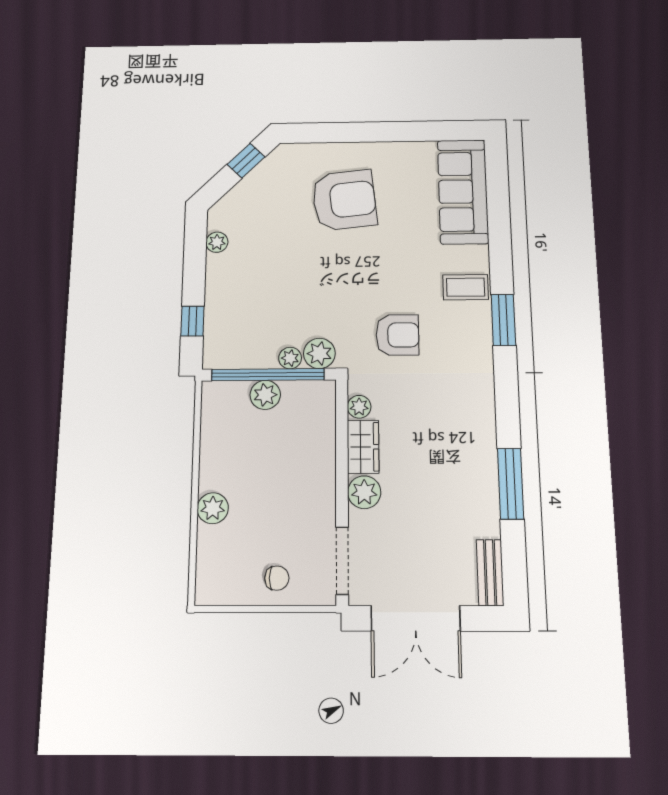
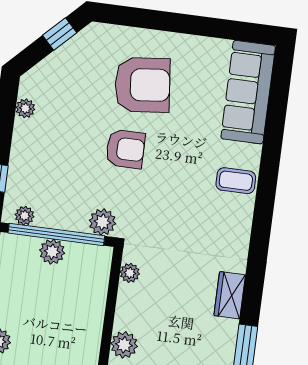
window: (503, 320) -> (263, 215), removed
armchair: (397, 335) -> (125, 149), moved
plant: (290, 358) -> (25, 216), moved
wardrobe: (363, 447) -> (230, 295), moved, turned 180

